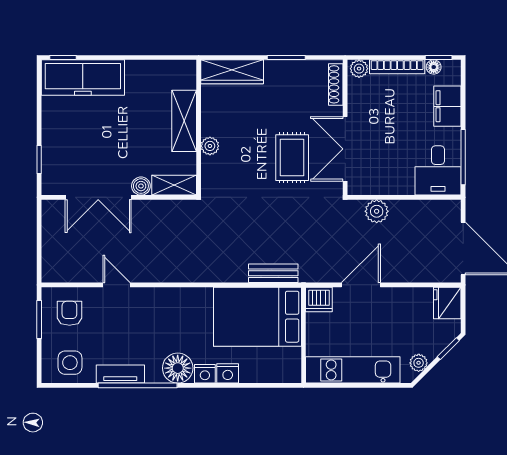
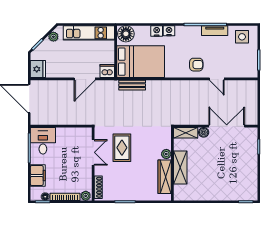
wardrobe: (232, 72) -> (165, 177), moved, turned -90
freezer: (83, 78) -> (235, 191), removed
double door: (345, 149) -> (93, 152), width x0.73
plant: (377, 211) -> (76, 119), removed
armchair: (69, 313) -> (196, 65), moved, turned -90
floor lamp: (178, 368) -> (126, 34), moved

